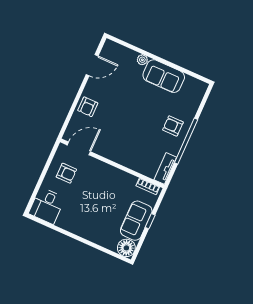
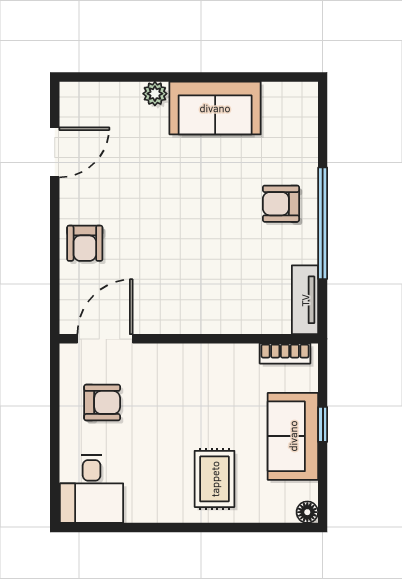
rug: (97, 224) -> (215, 479), added
floor lamp: (126, 248) -> (307, 512), width x0.53, depth x0.53

